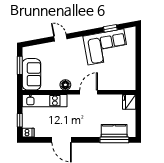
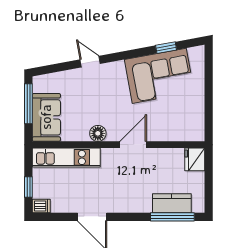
window: (20, 65) -> (28, 104), width x1.44

